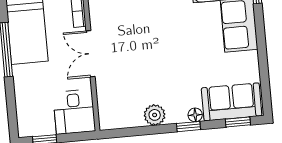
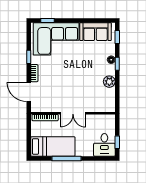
sofa: (232, 102) -> (95, 32), moved, turned -90
desk: (74, 112) -> (104, 145), moved, turned 90

